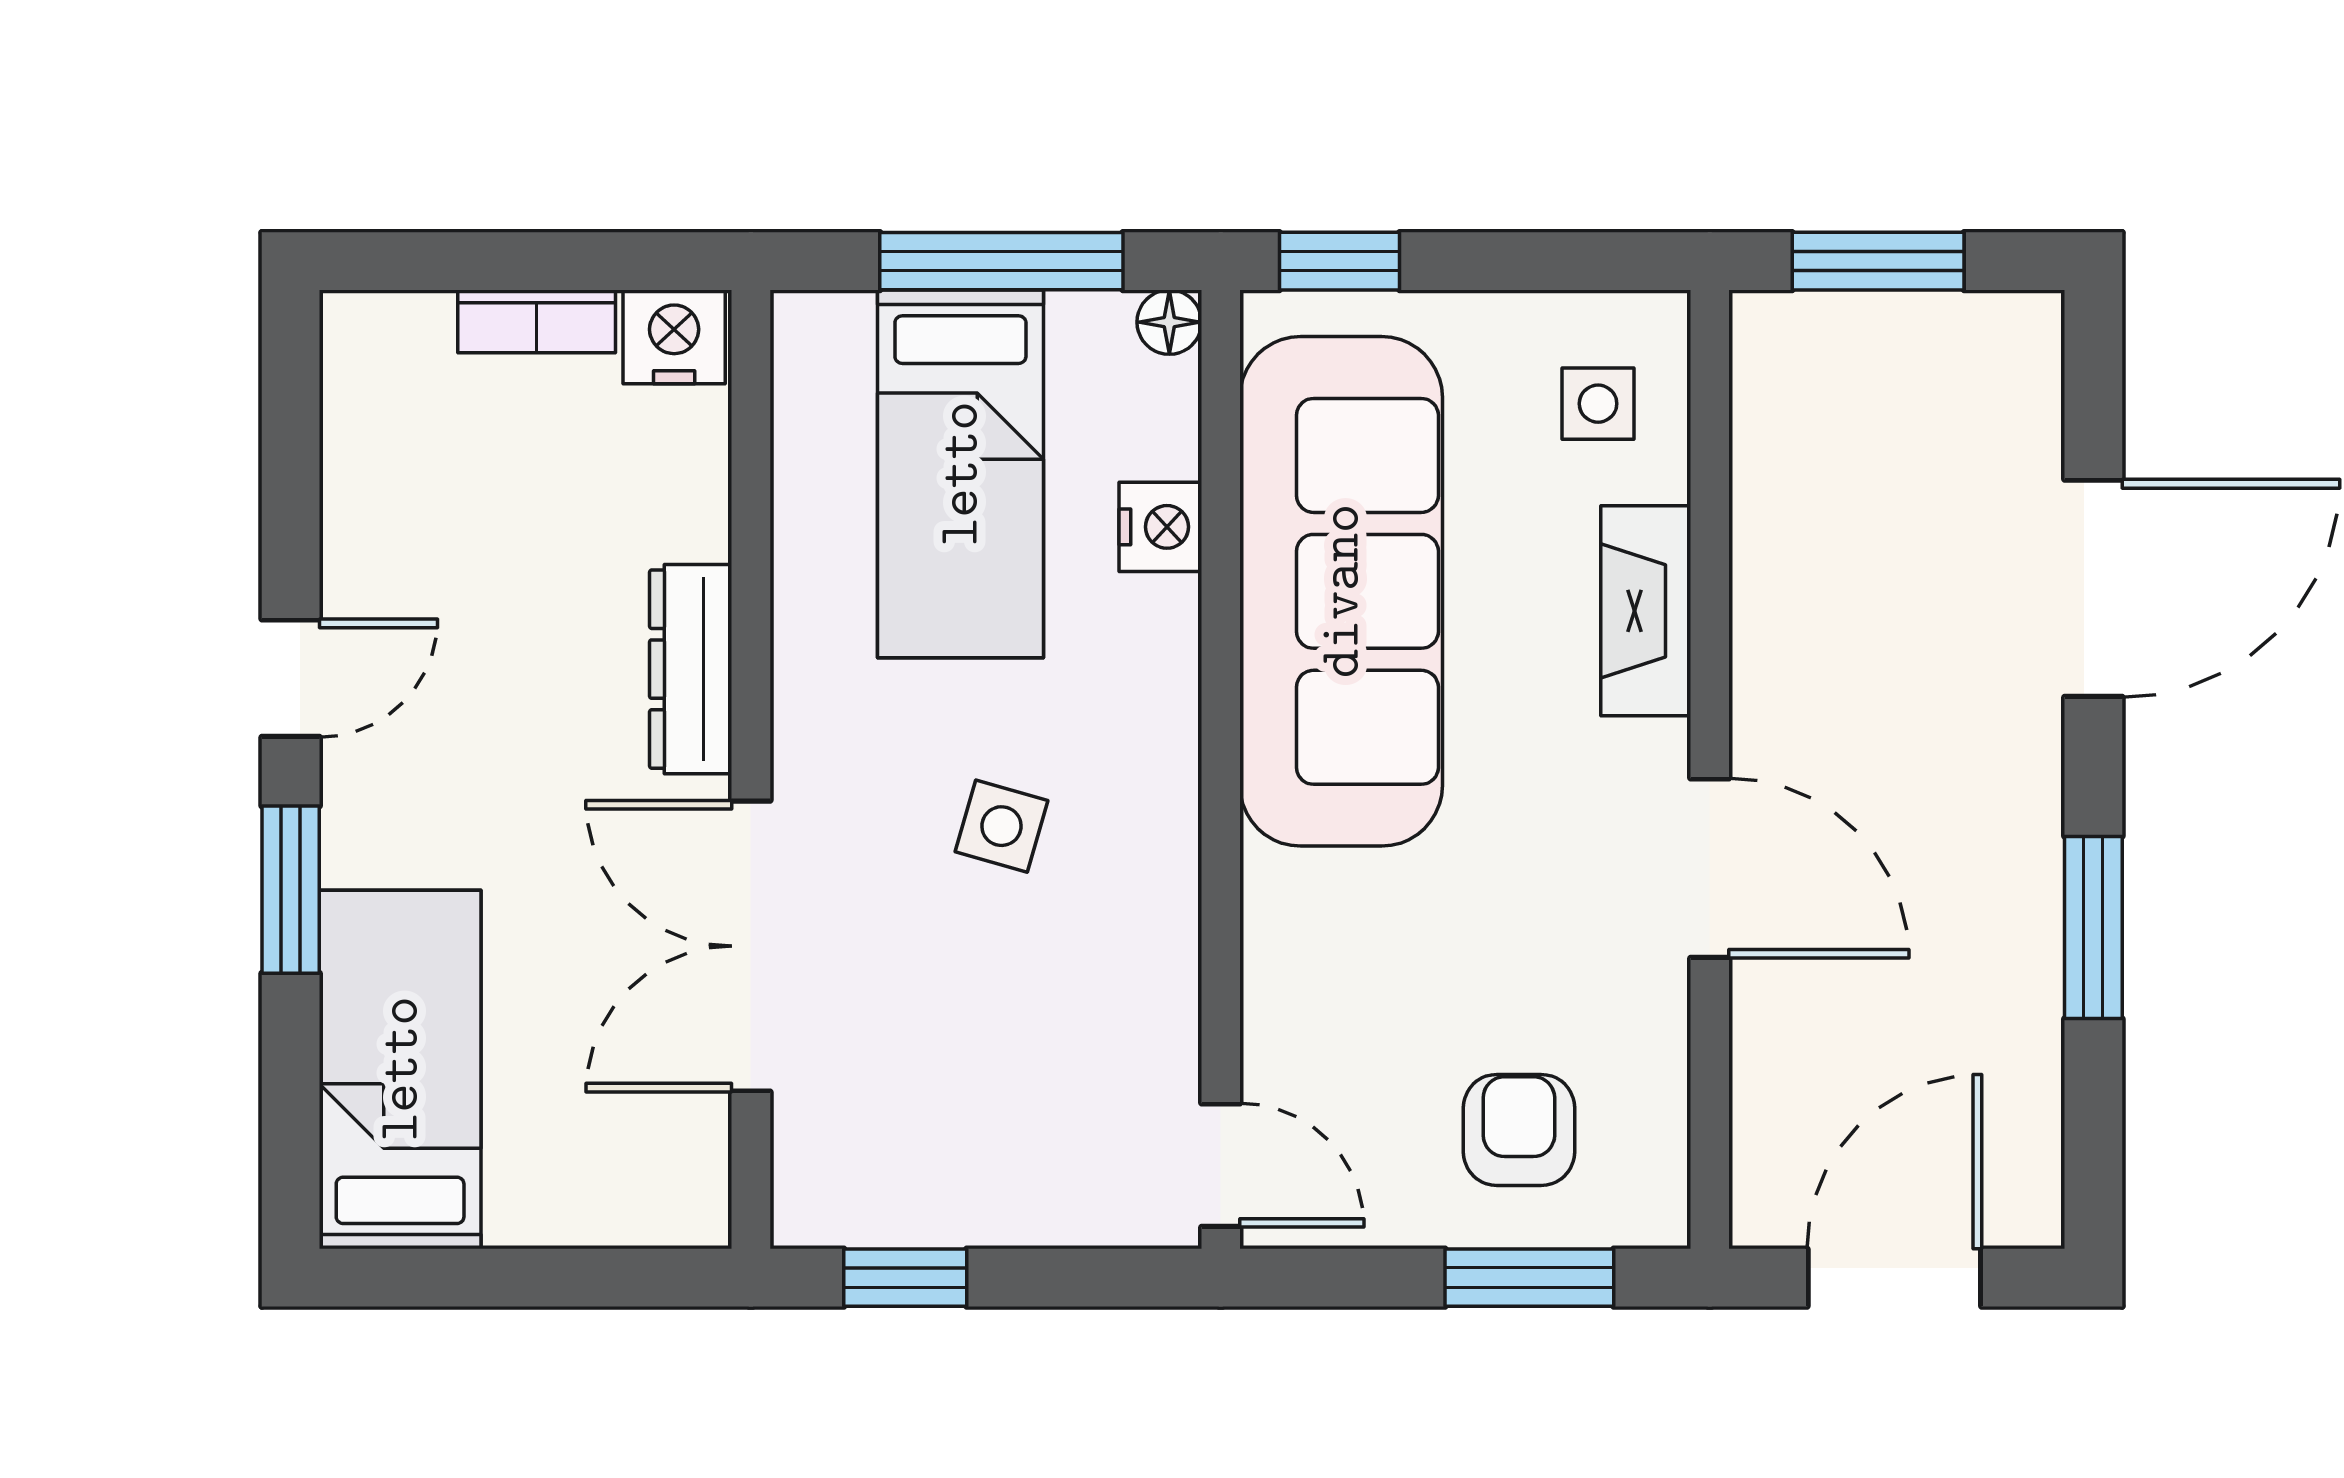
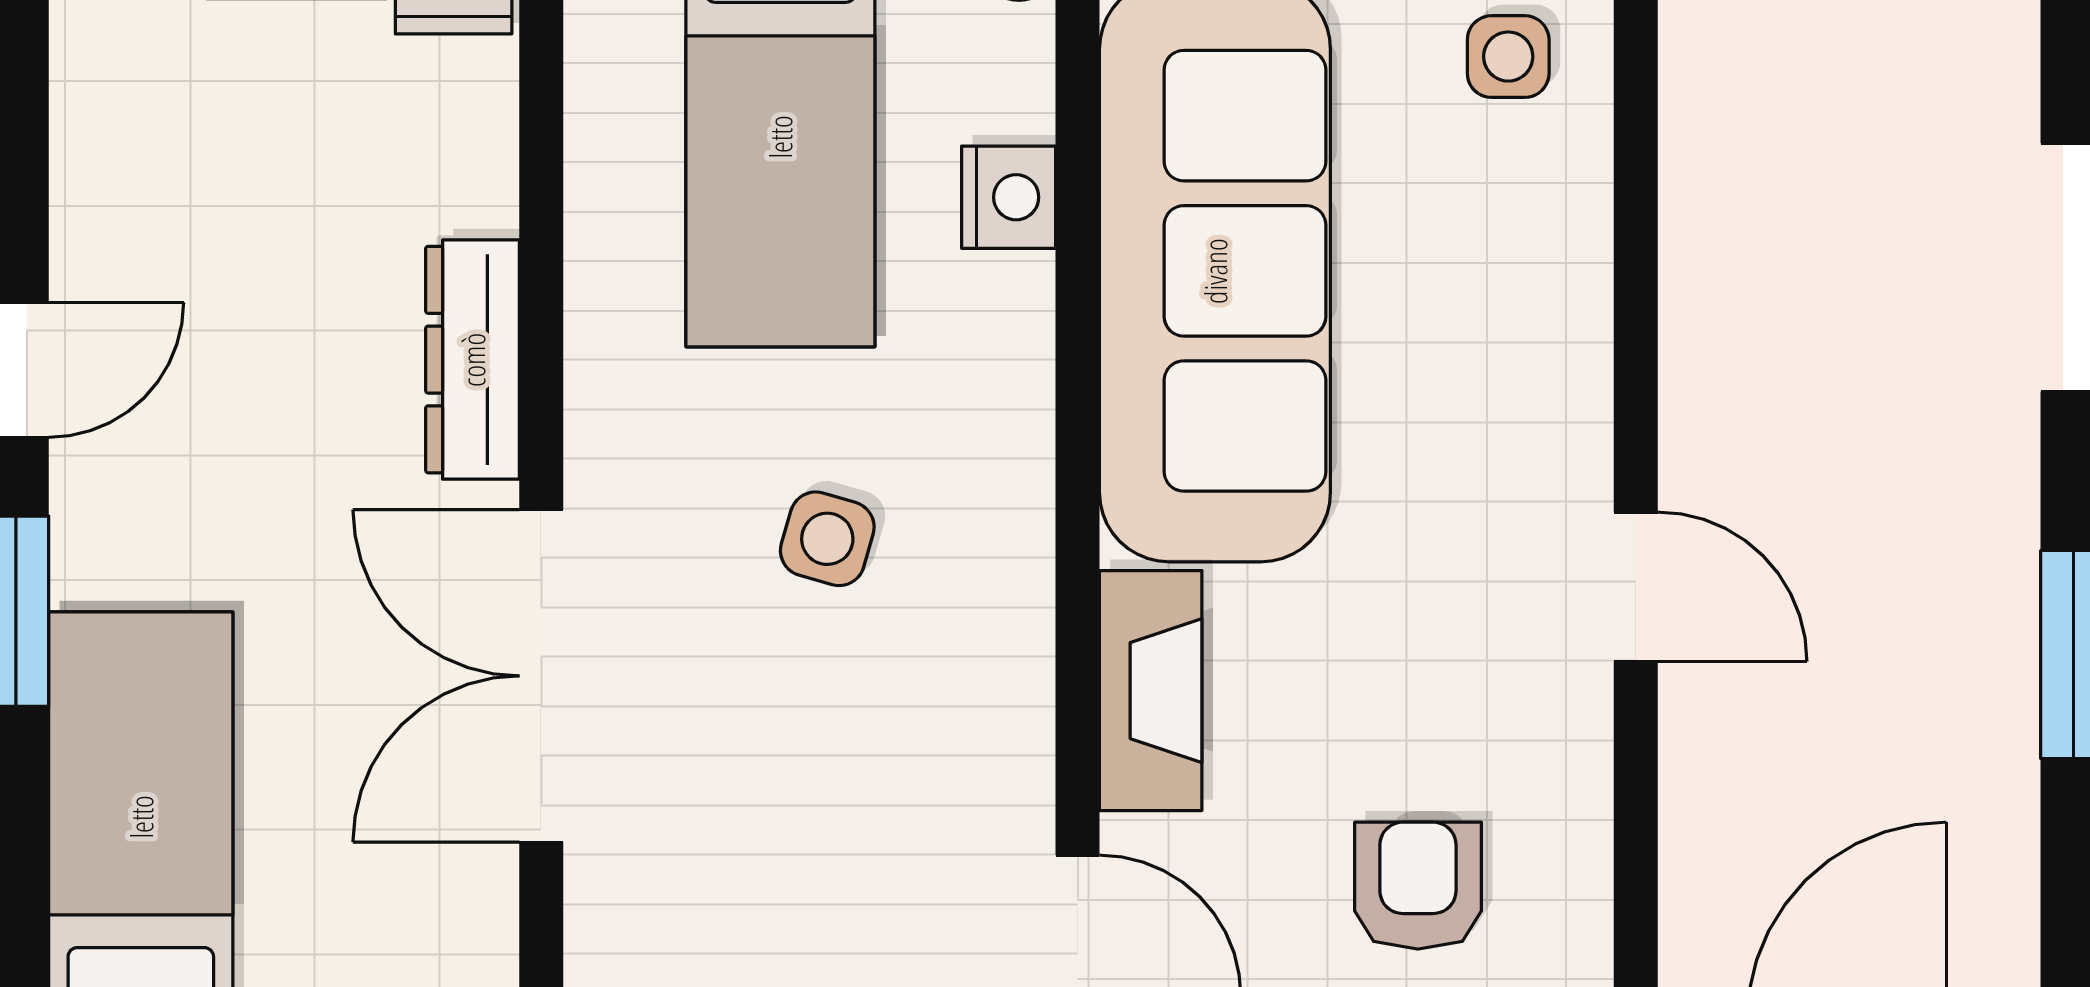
fireplace: (1646, 611) -> (1151, 691), moved, turned 180
door: (1710, 868) -> (1636, 587), width x0.73

